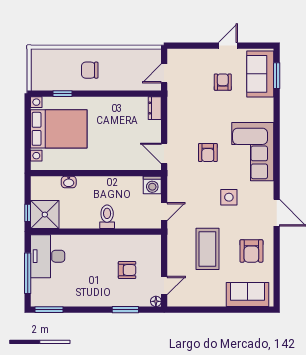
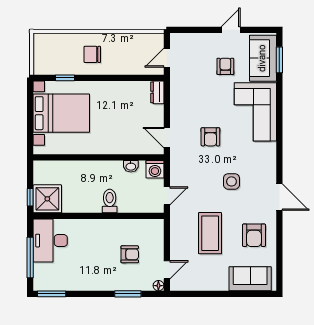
corner sofa: (253, 152) -> (255, 112), moved
washbasin: (69, 182) -> (131, 166), moved

